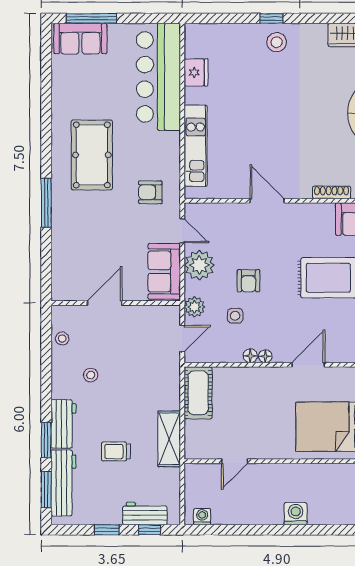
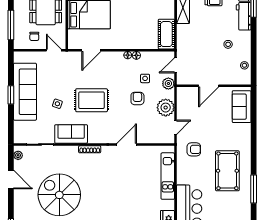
door: (267, 201) -> (127, 144), swing flipped
window: (46, 203) -> (254, 189), moved
door: (182, 231) -> (175, 127), swing flipped
sofa: (164, 271) -> (242, 107), moved, turned 180
door: (105, 303) -> (209, 86), moved
door: (308, 365) -> (91, 50), moved

